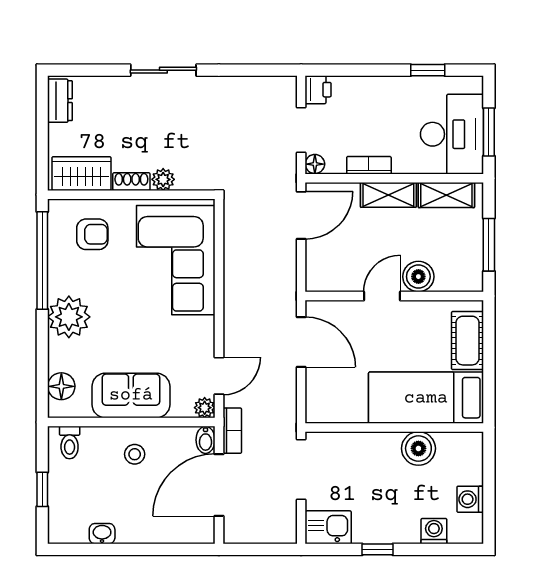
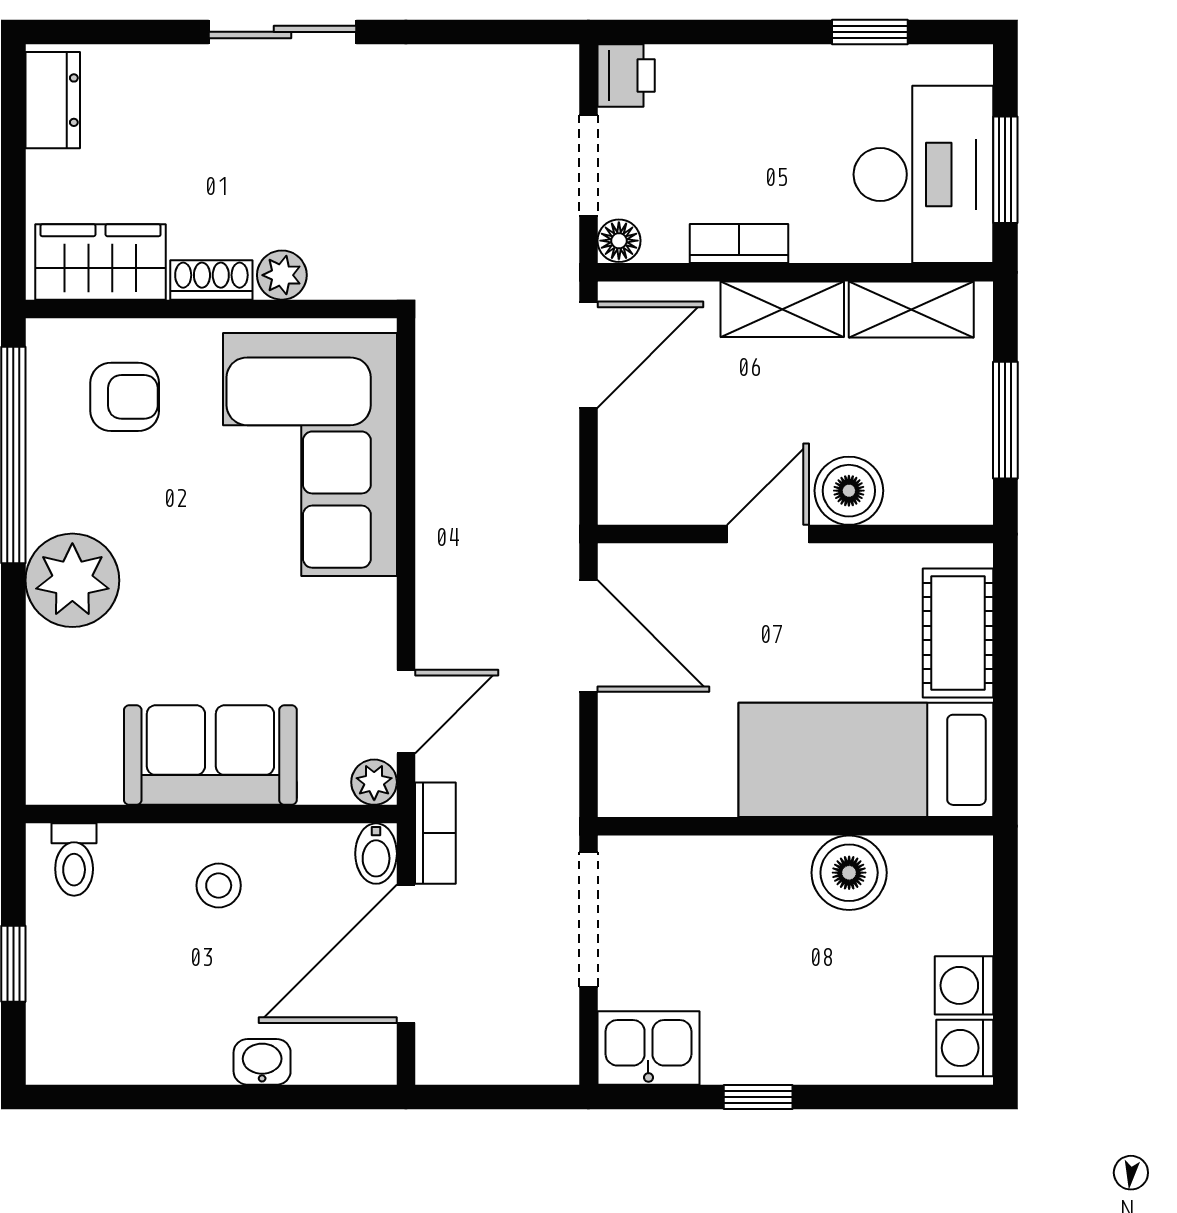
floor lamp: (61, 386) -> (56, 735), removed
washing machine: (434, 531) -> (965, 1048), moved, turned -90
washbasin: (102, 534) -> (262, 1062), moved

